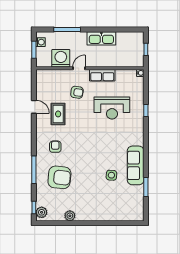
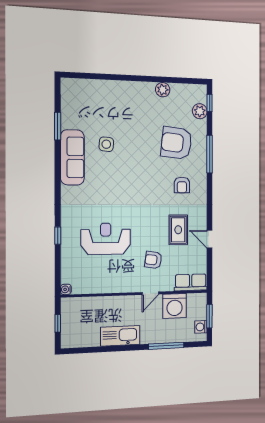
row of seats: (102, 75) -> (191, 282), moved
plant: (42, 212) -> (200, 111), moved

